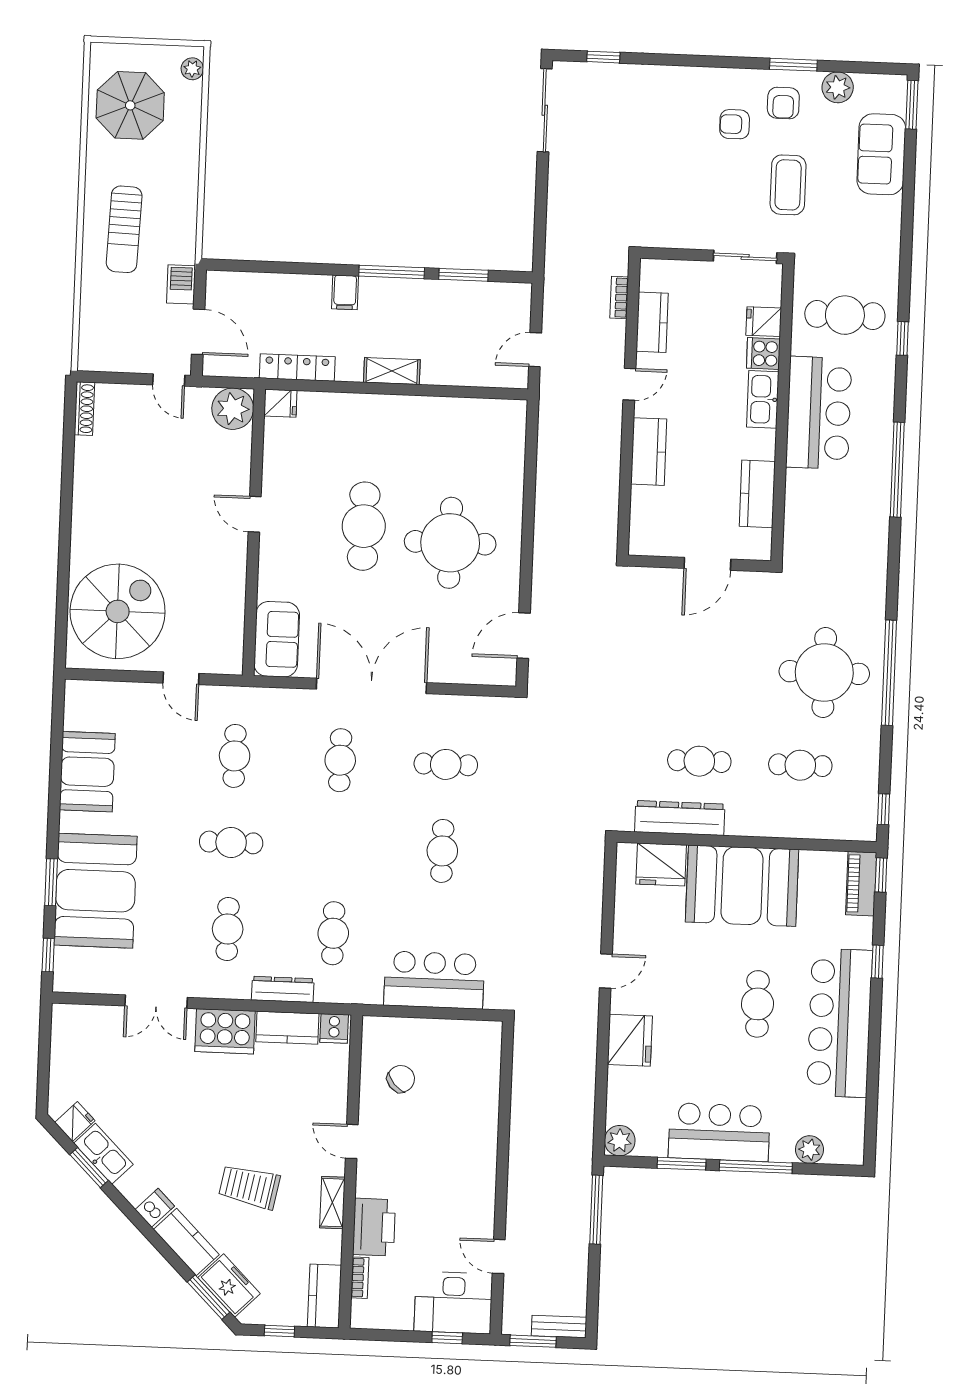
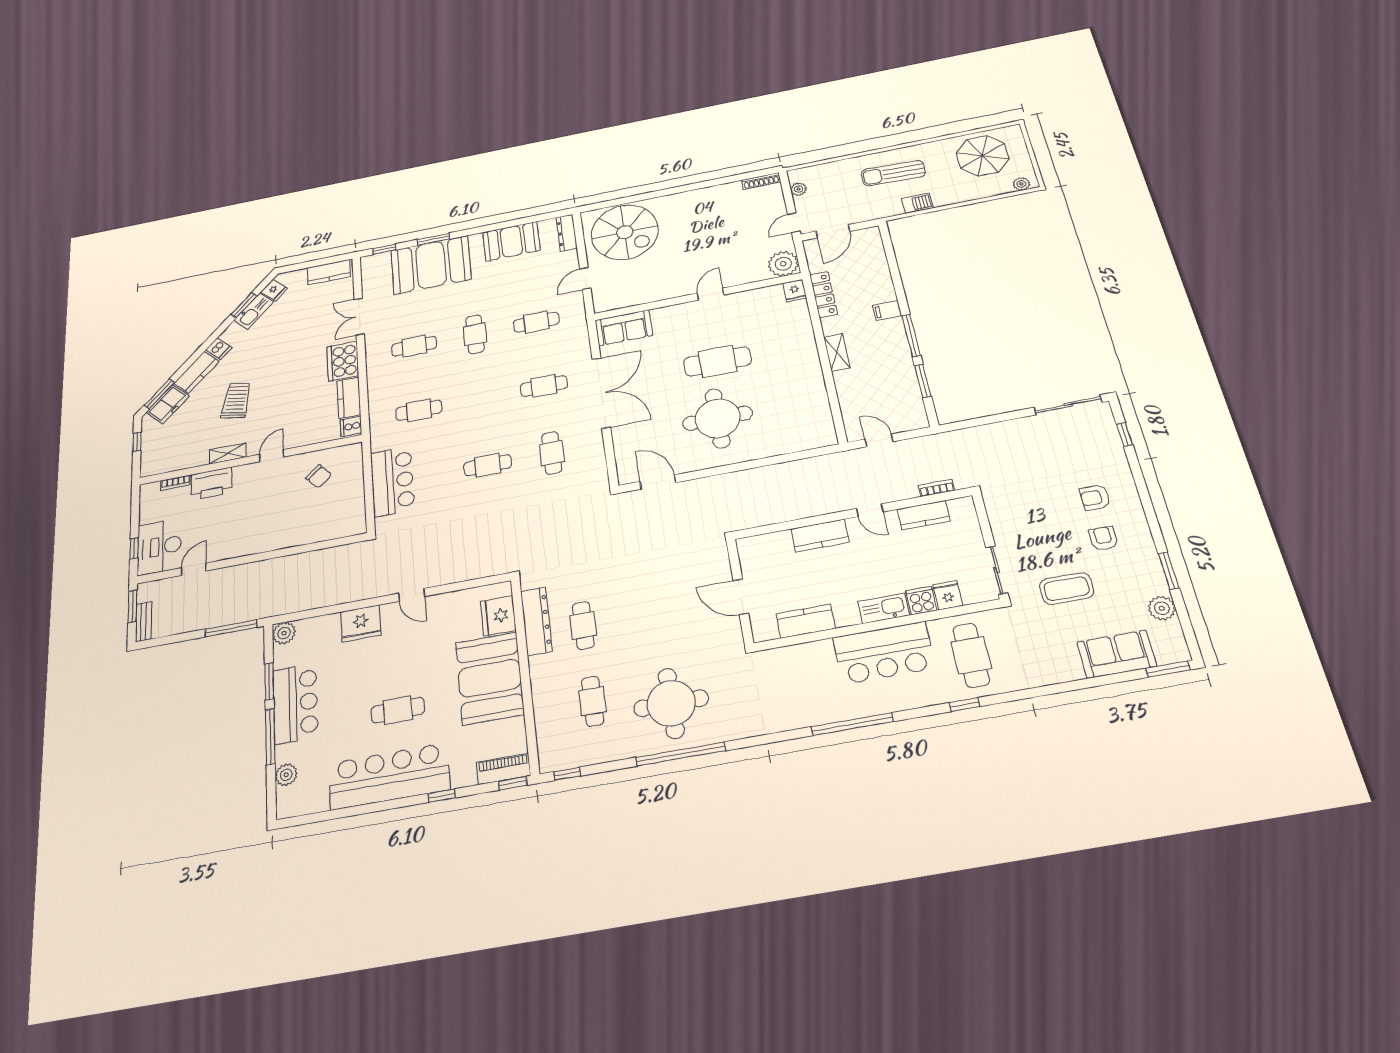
armchair: (783, 103) -> (1095, 497), moved
barbecue: (181, 284) -> (917, 203), moved
plant: (114, 361) -> (799, 189), added
dresser: (283, 989) -> (567, 233), moved, turned 180
kitchen counter: (324, 1296) -> (329, 272), moved, turned 180

